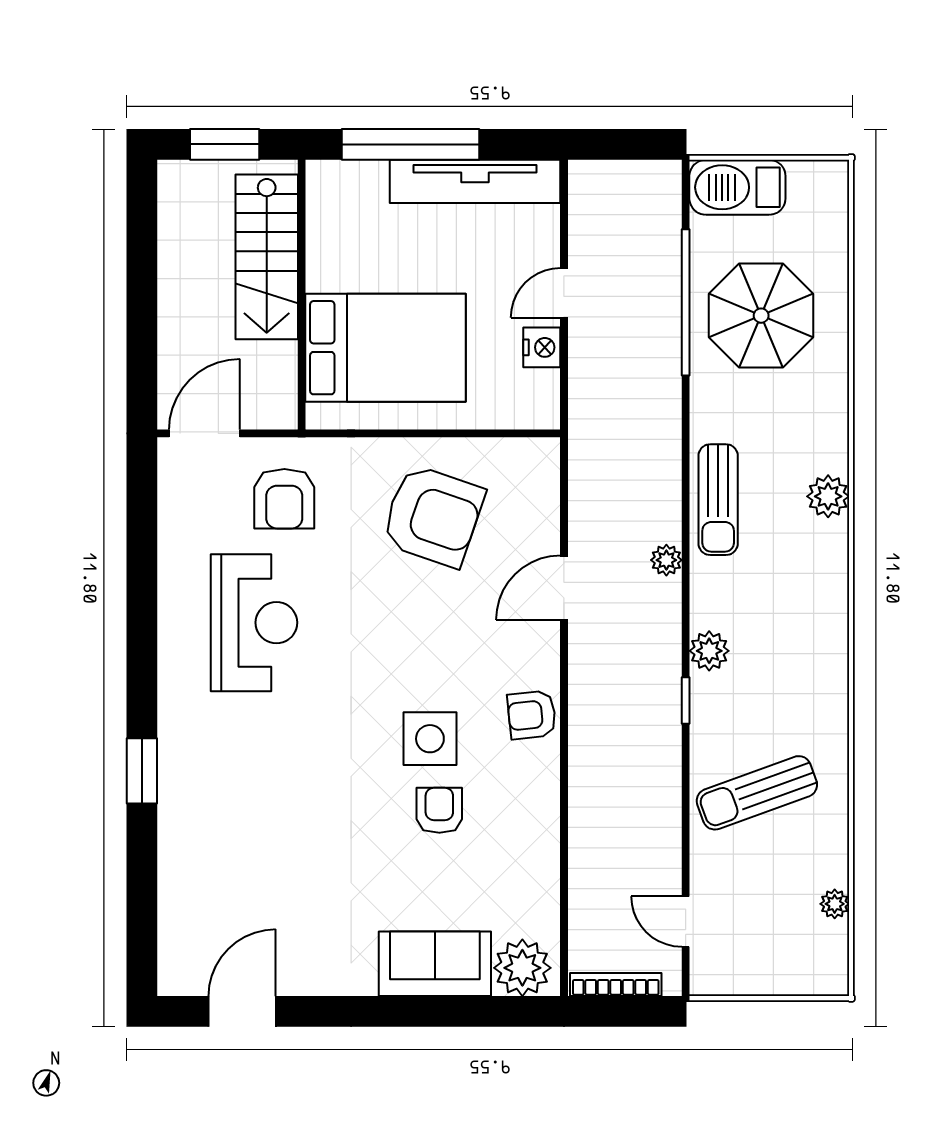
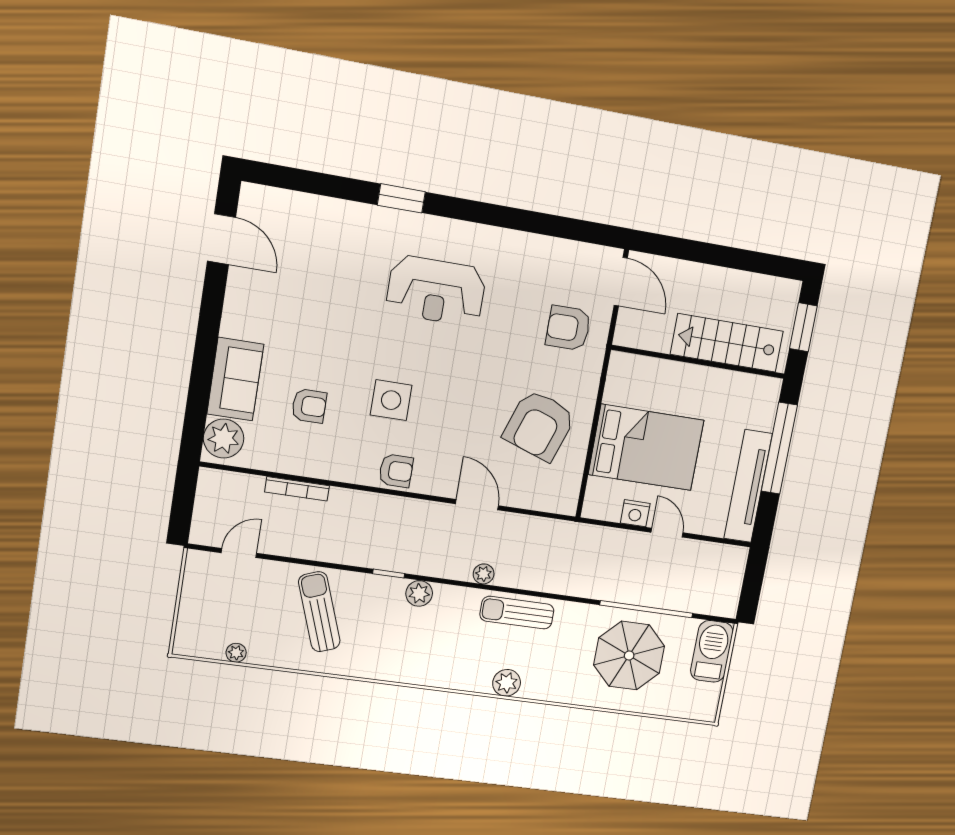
bed: (386, 348) -> (646, 447), moved, turned -90
reception desk: (254, 623) -> (436, 291), moved
armchair: (532, 715) -> (396, 471), turned 96
armchair: (439, 810) -> (309, 406), moved
bookcase: (616, 985) -> (297, 489), moved, turned 90

